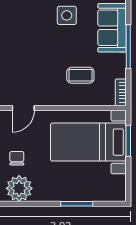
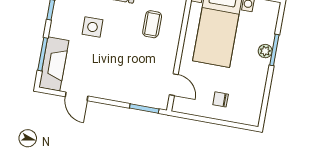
plant: (19, 188) -> (265, 51), moved, width x0.53, depth x0.53

